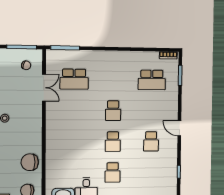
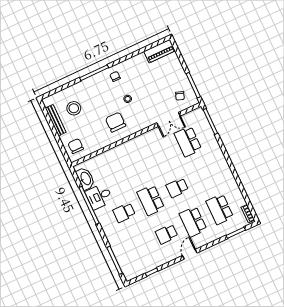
school desk: (151, 111) -> (193, 222), added
school desk: (113, 142) -> (151, 200), width x1.85
chair: (30, 162) -> (116, 122), moved

